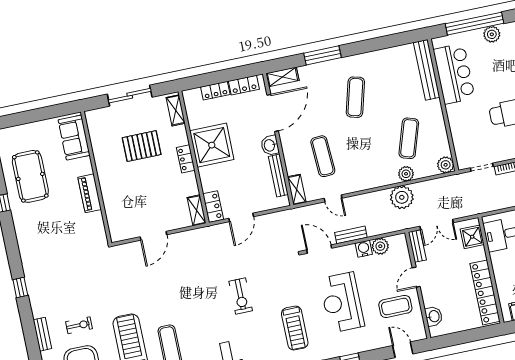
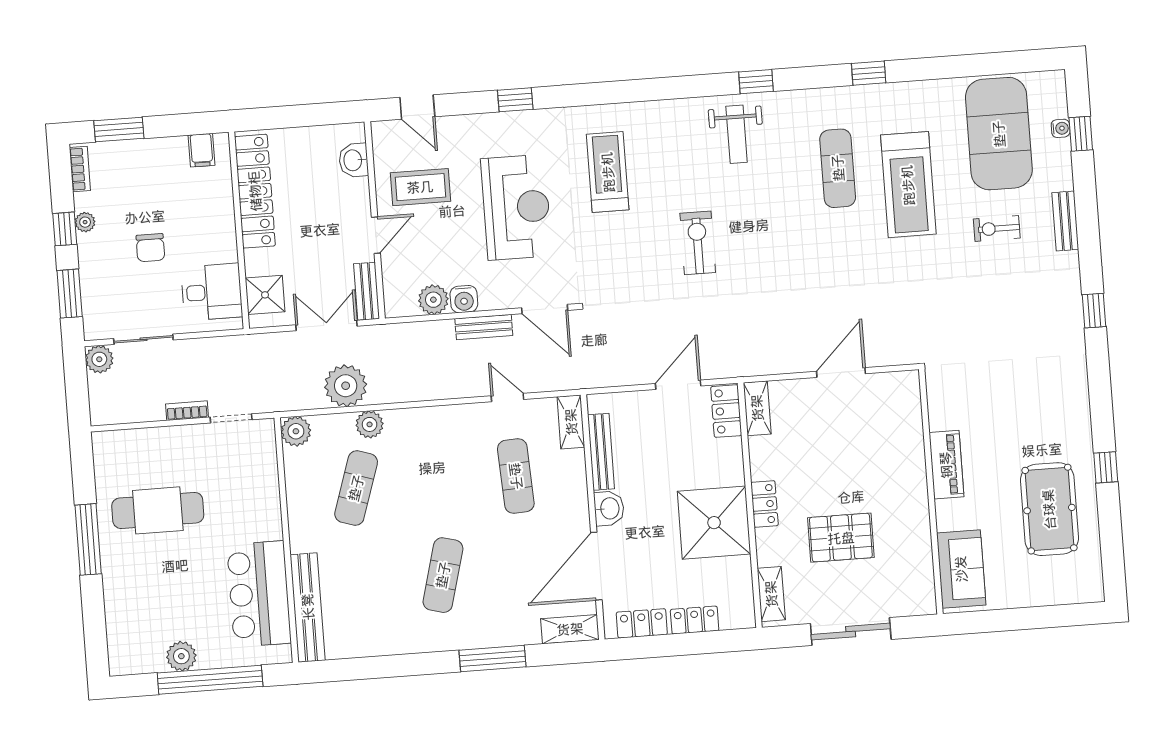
plant: (402, 197) -> (346, 386), moved

